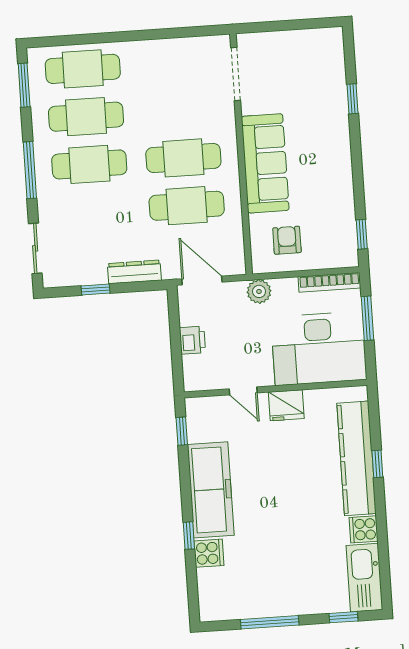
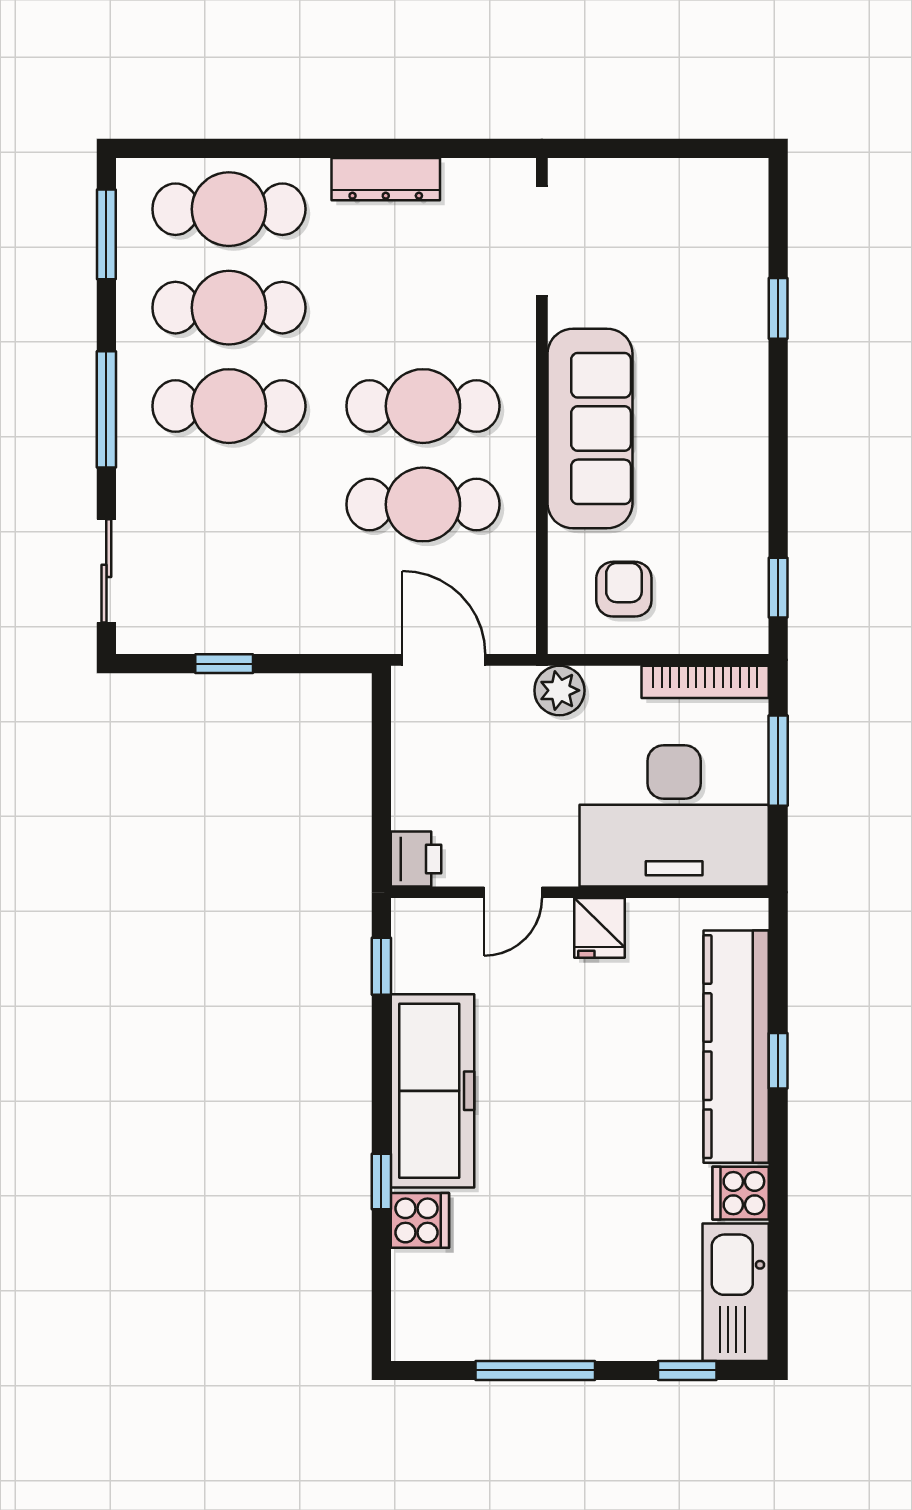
dresser: (134, 272) -> (386, 179), moved, turned 180
printer: (192, 340) -> (416, 859), moved
door: (243, 391) -> (513, 892), hinge flipped
fridge: (286, 405) -> (599, 928), width x0.72

